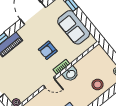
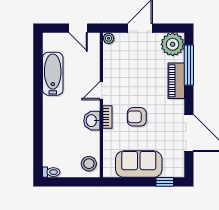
armchair: (48, 50) -> (137, 117), turned -90
stool: (98, 84) -> (89, 164), moved

